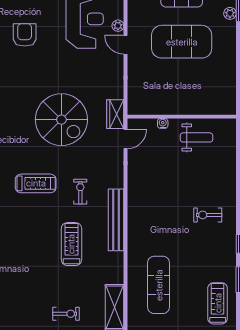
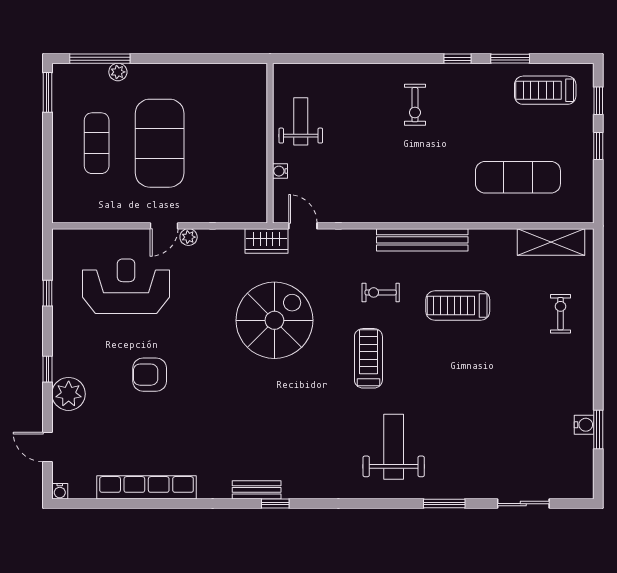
plant: (118, 26) -> (189, 237), moved

